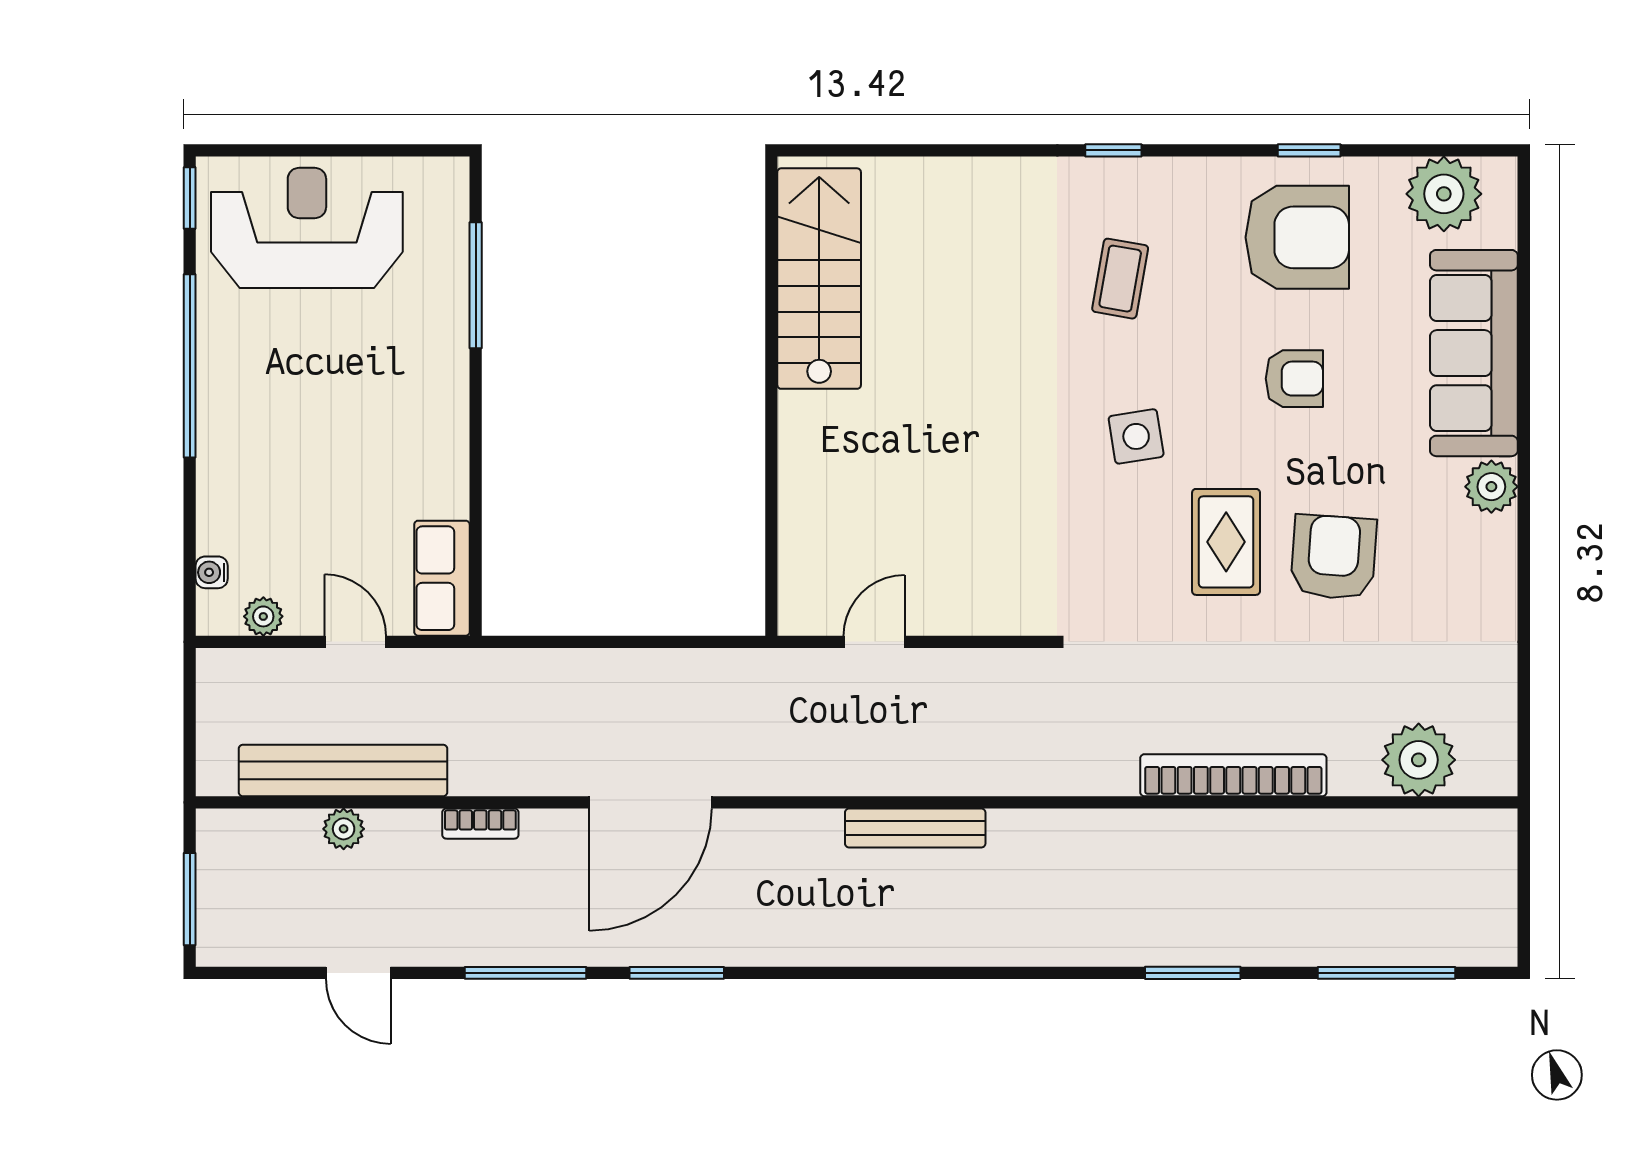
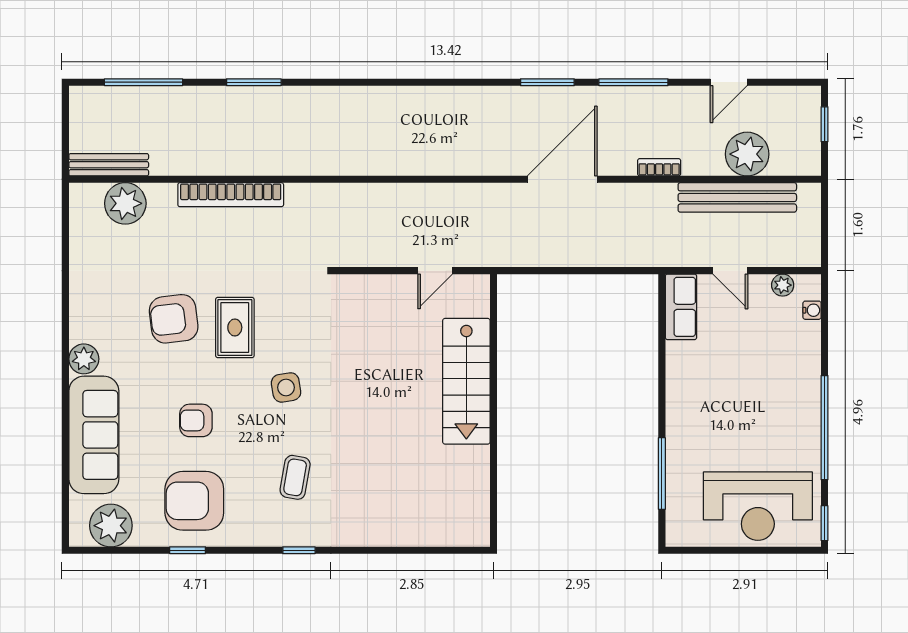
stairs: (819, 279) -> (466, 381), moved
armchair: (1334, 557) -> (174, 319), turned 79
bench: (915, 828) -> (109, 165), moved
plant: (344, 829) -> (747, 154), width x1.88, depth x1.88
window: (190, 899) -> (825, 124), width x0.67
door: (358, 973) -> (729, 82), swing flipped

